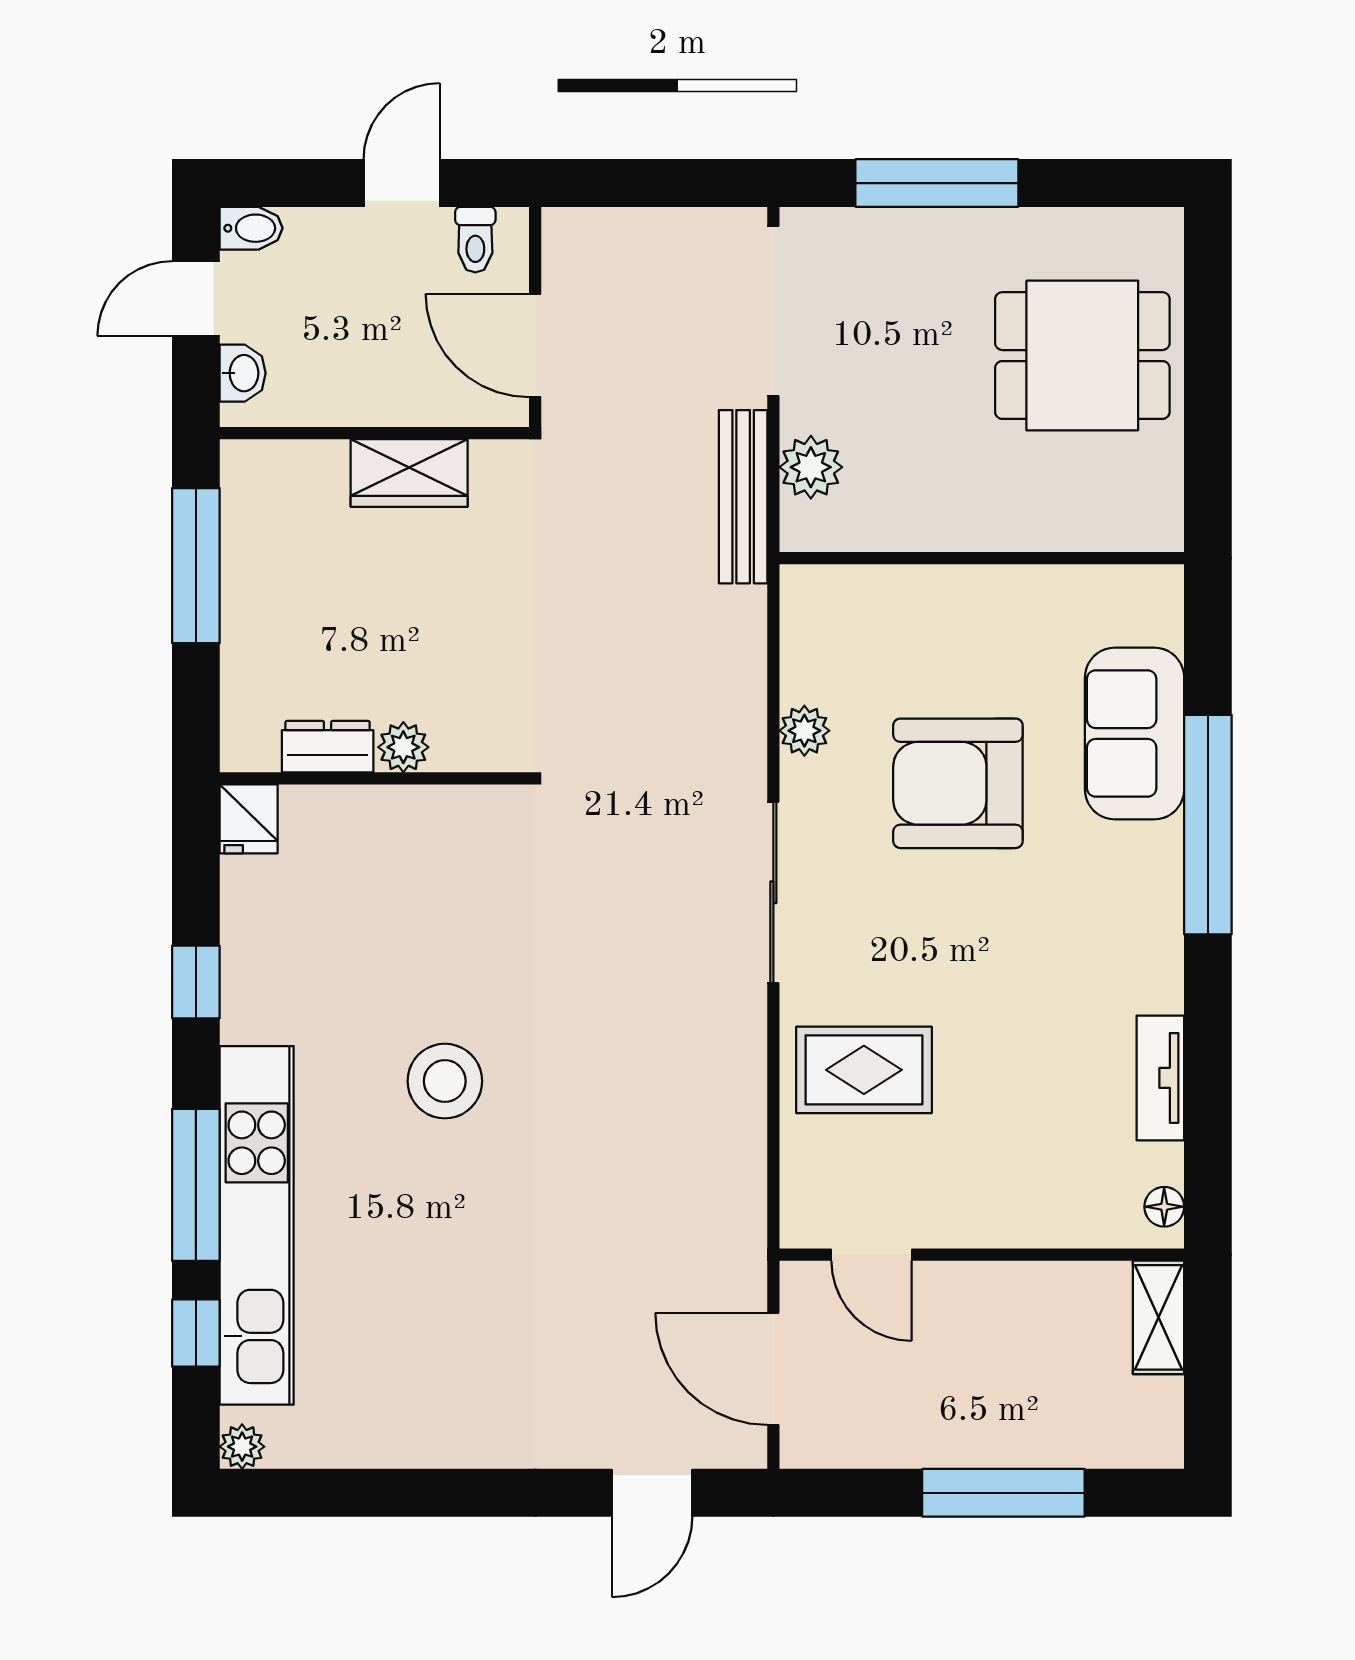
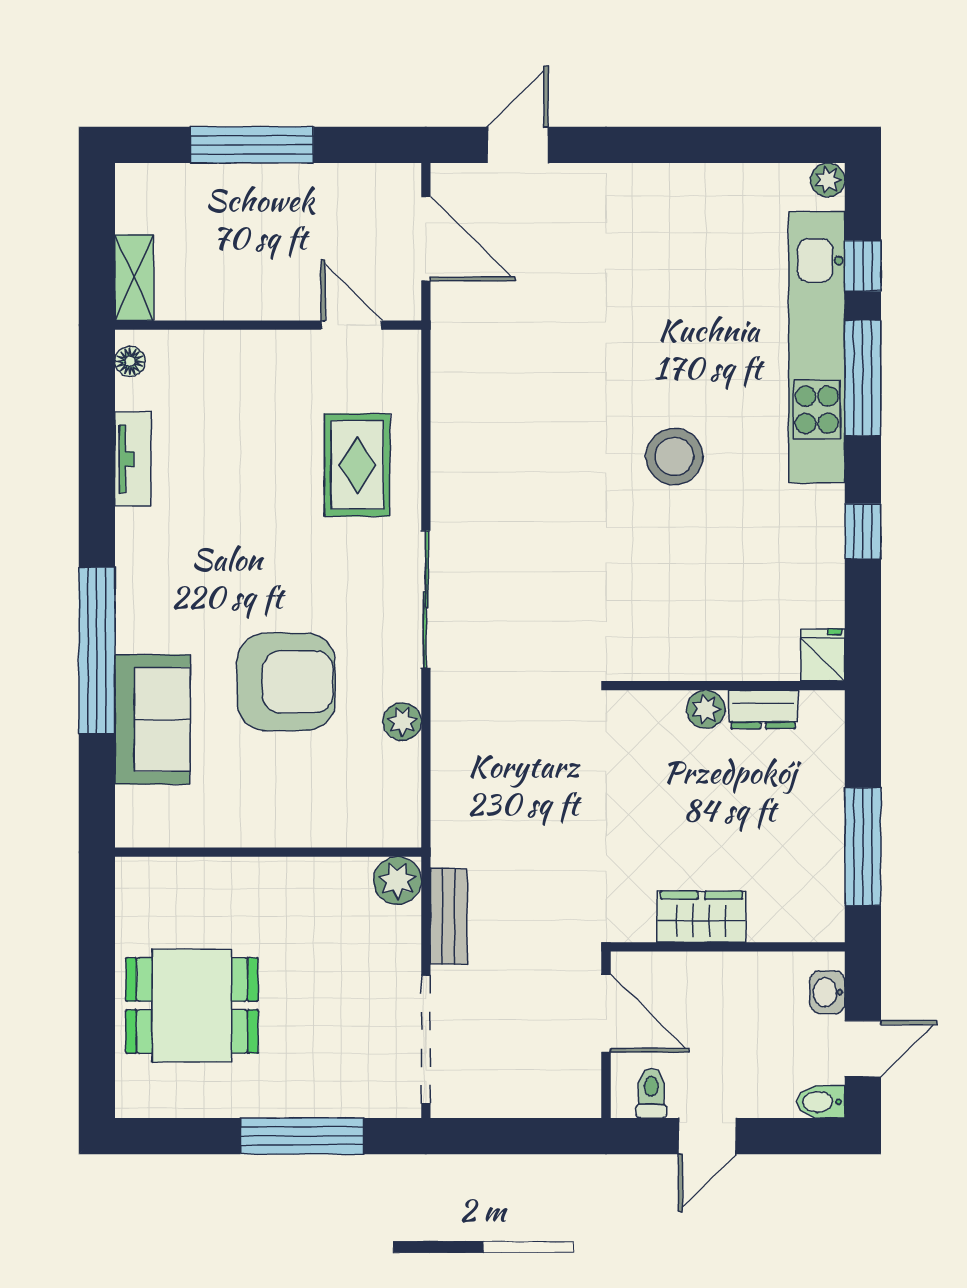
plant: (811, 467) -> (397, 881), moved
bench: (743, 497) -> (449, 916), width x0.73
rug: (864, 1070) -> (357, 465), turned 90

